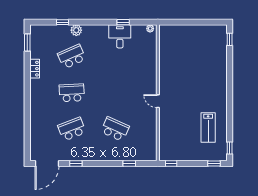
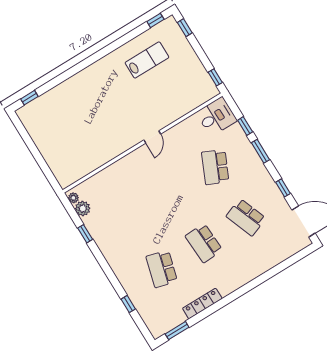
plant: (76, 30) -> (83, 208), moved
desk: (120, 36) -> (216, 117), moved, turned 180
school desk: (72, 57) -> (162, 269), turned 39
locker: (35, 69) -> (202, 303), width x1.53
window: (107, 163) -> (261, 151), added

